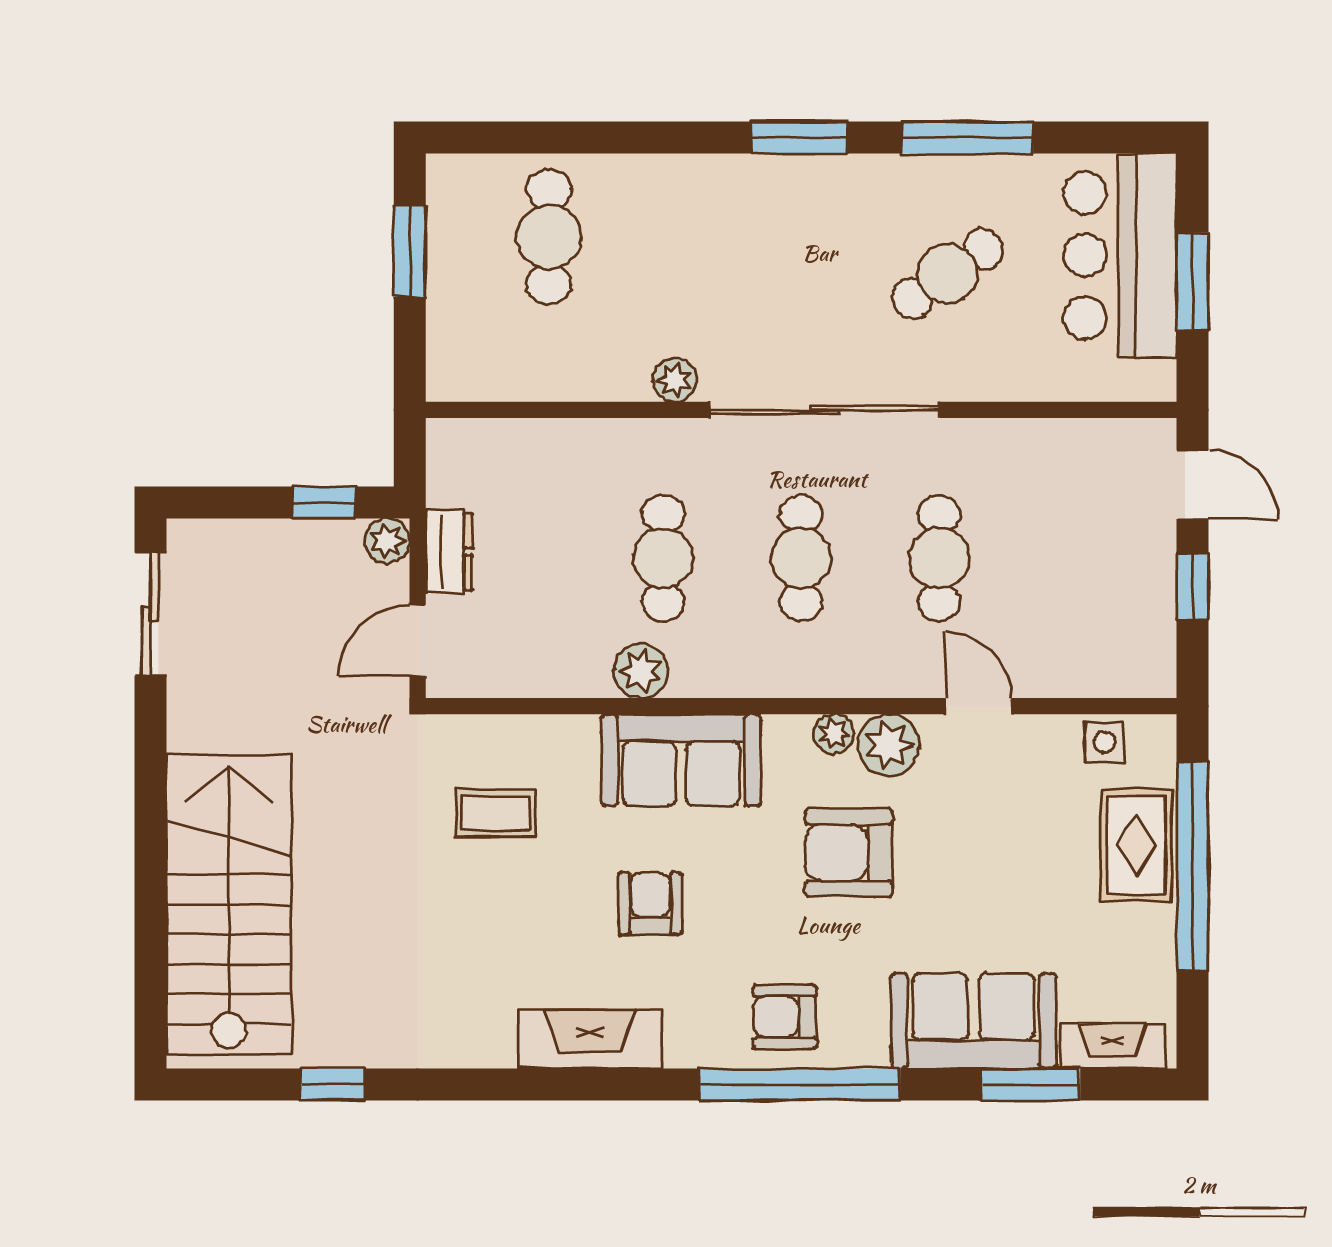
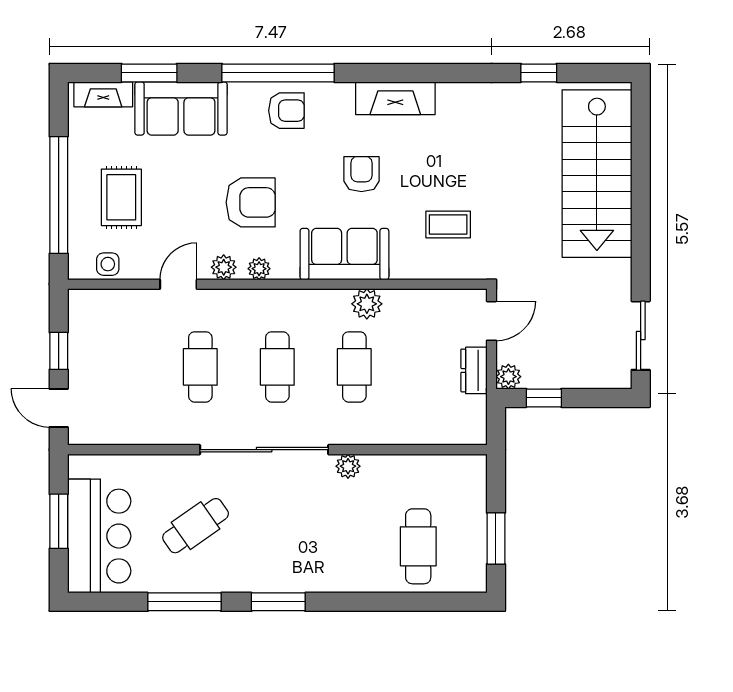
door: (978, 706) -> (178, 284), swing flipped
plant: (889, 745) -> (224, 267), width x0.73, depth x0.73
rug: (1136, 845) -> (121, 197), moved
armchair: (650, 903) -> (361, 174), turned 180

